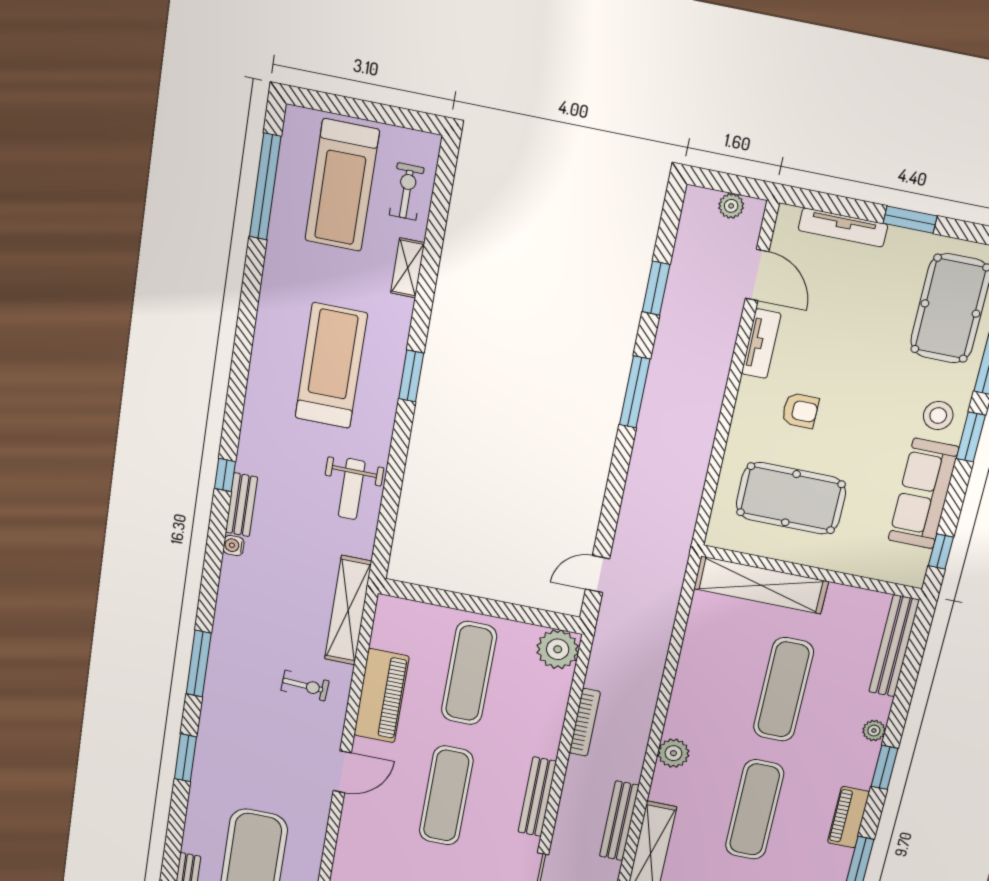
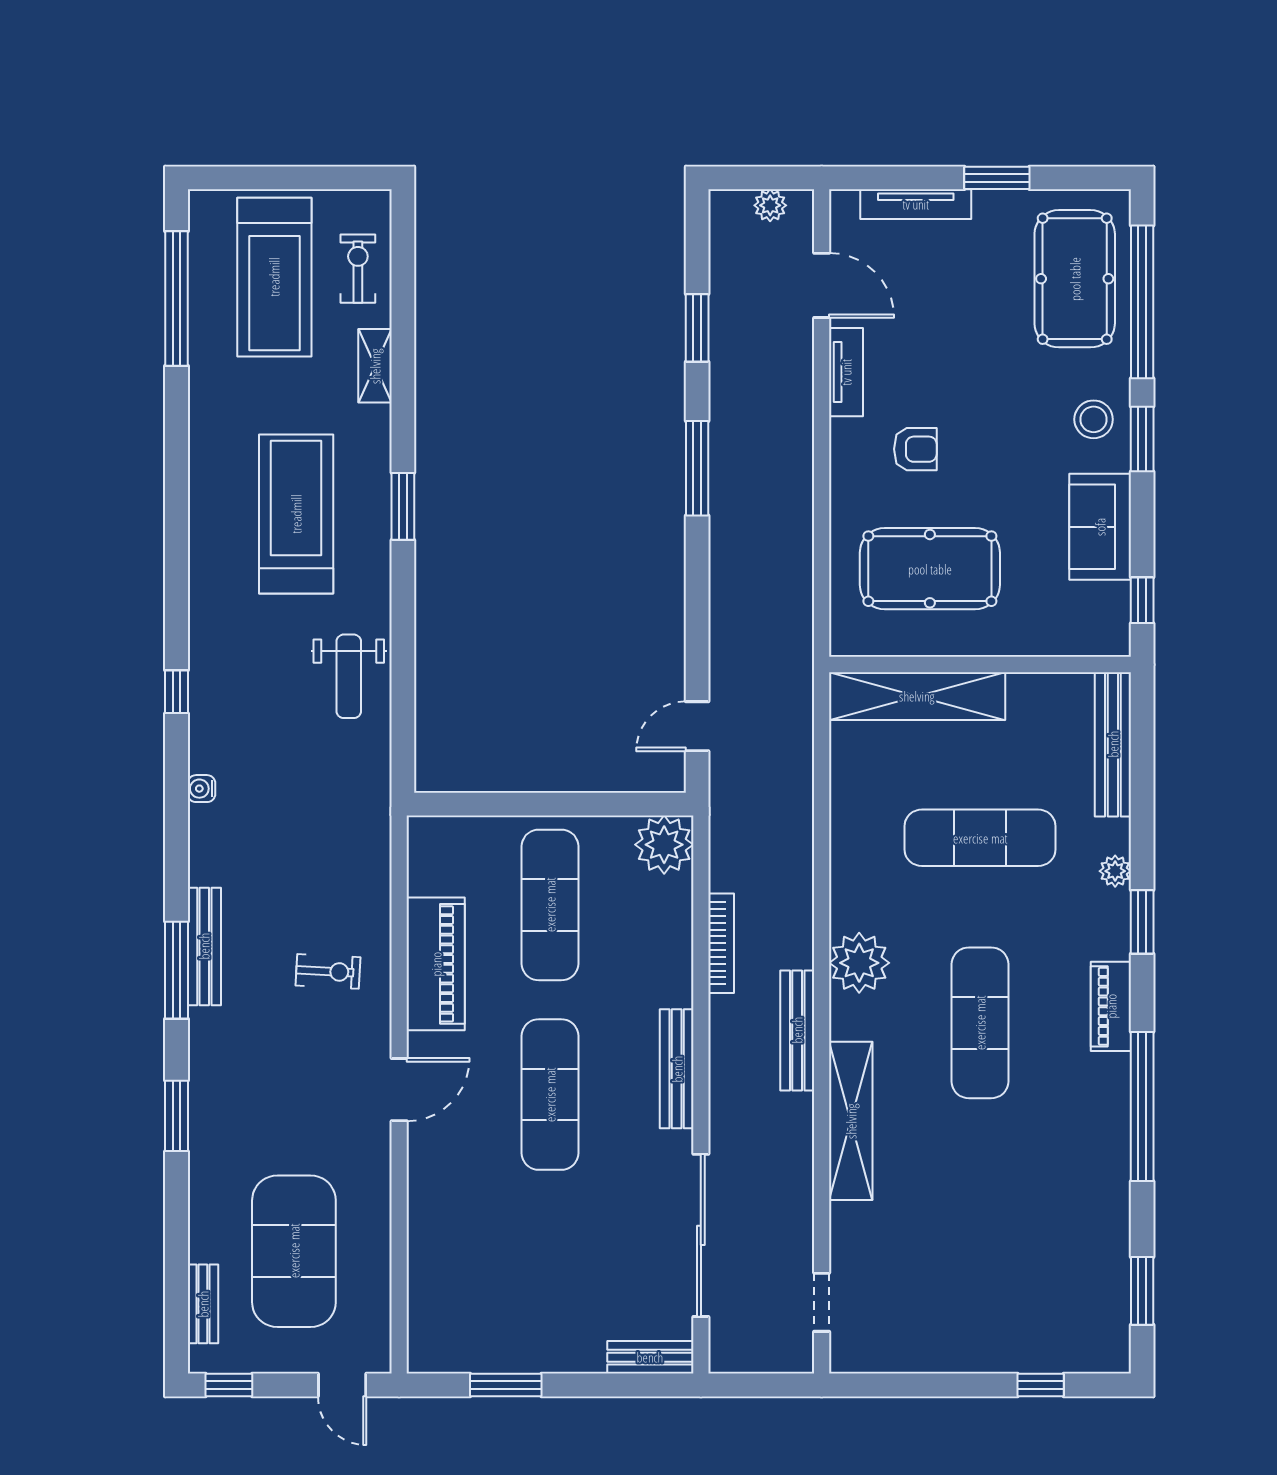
sofa: (923, 494) -> (1100, 527), width x0.73
bench: (241, 505) -> (204, 946), moved, width x1.36
shelving: (348, 610) -> (370, 849), removed
exercise mat: (783, 690) -> (980, 838), turned 90
plant: (673, 753) -> (859, 963), width x1.36, depth x1.36
bench: (619, 821) -> (797, 1030), moved

